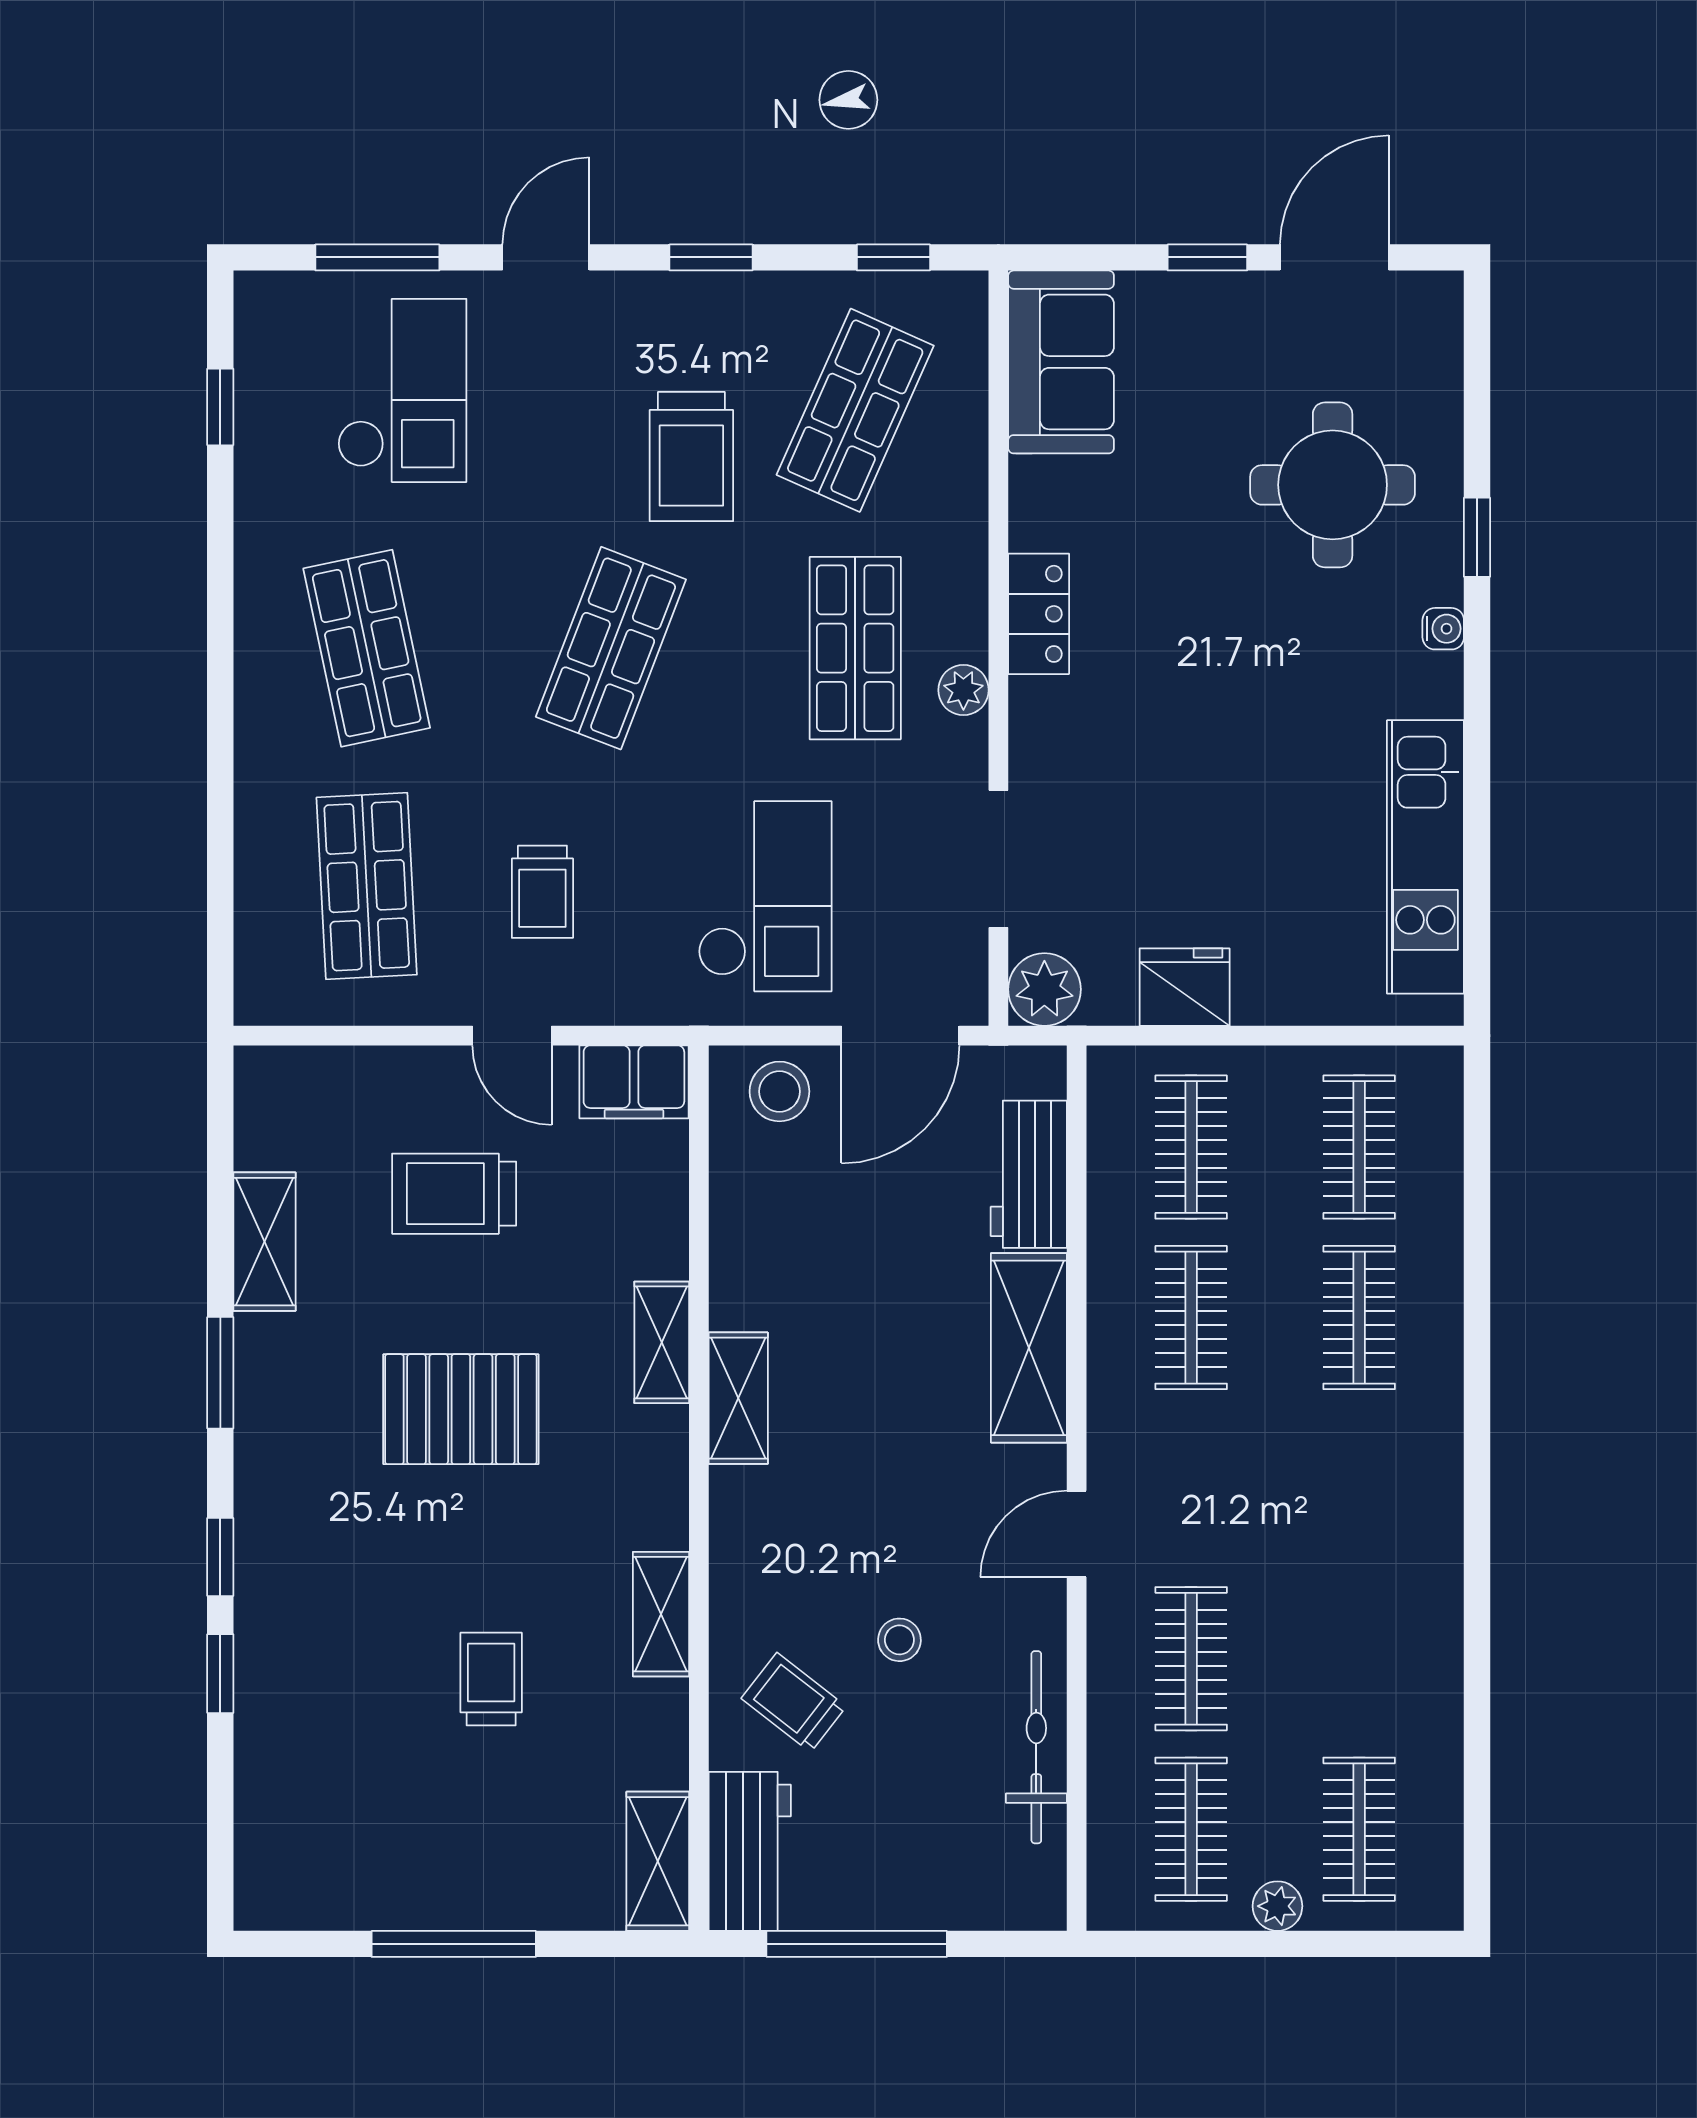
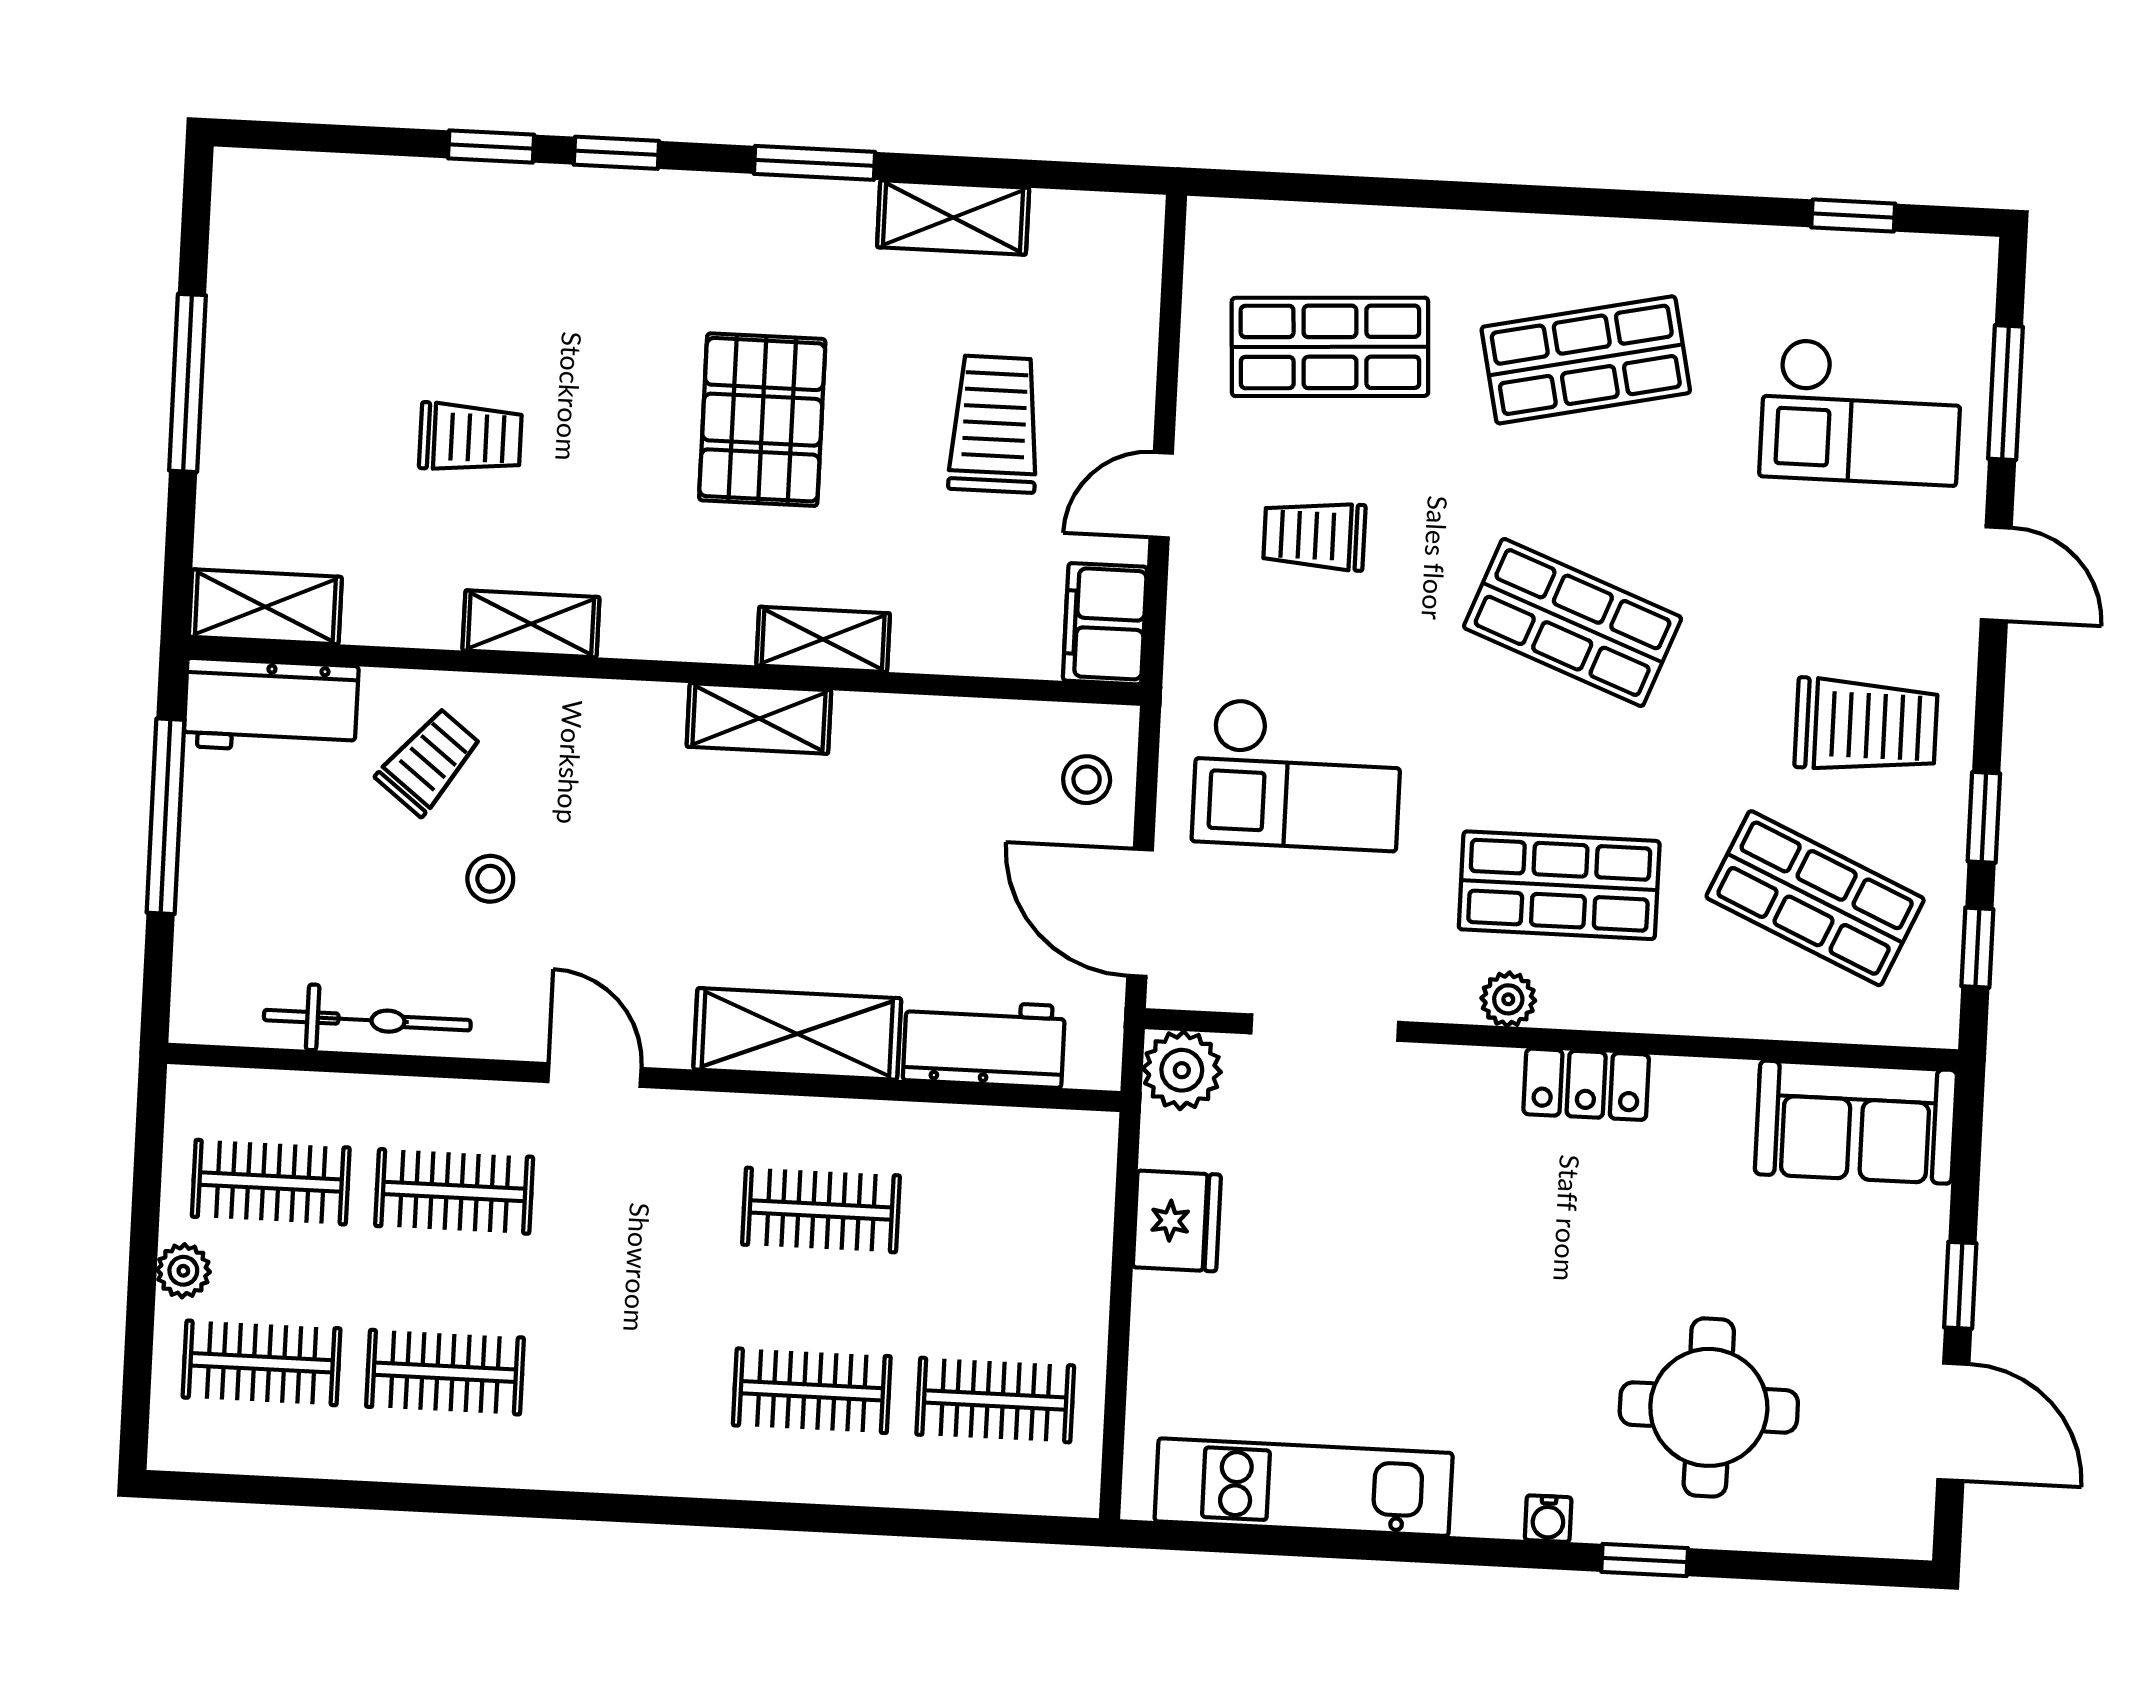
window: (711, 257) -> (1984, 817), moved
trolley: (691, 457) -> (1866, 726), moved, turned 180
stool: (779, 1091) -> (1087, 780), width x0.73, depth x0.73
clothes rail: (1191, 1147) -> (445, 1372), moved

